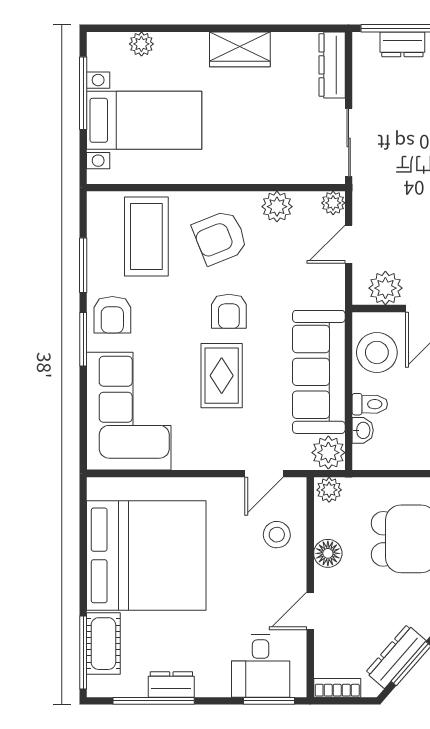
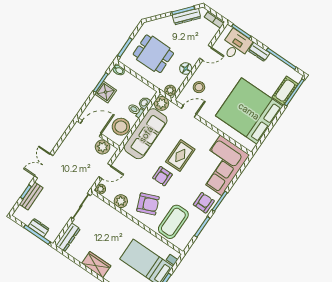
armchair: (229, 311) -> (162, 176), turned 180
dresser: (171, 684) -> (259, 52), moved

